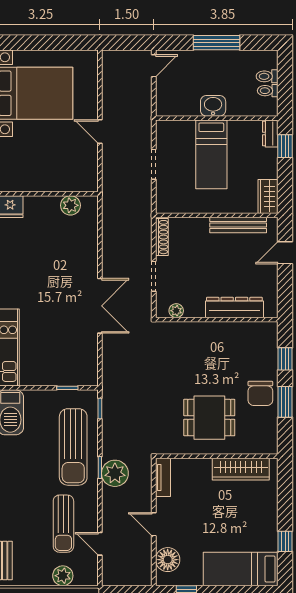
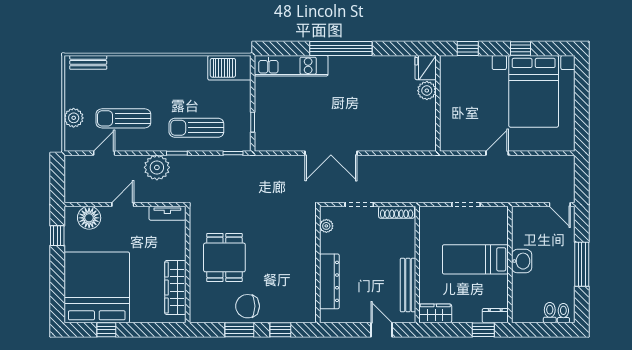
toilet: (268, 91) -> (563, 313), moved
plant: (70, 205) -> (427, 91), moved
sun lounger: (73, 447) -> (196, 128), width x0.73, depth x0.75
plant: (115, 473) -> (157, 167), moved
bed: (241, 569) -> (97, 287), width x2.04

